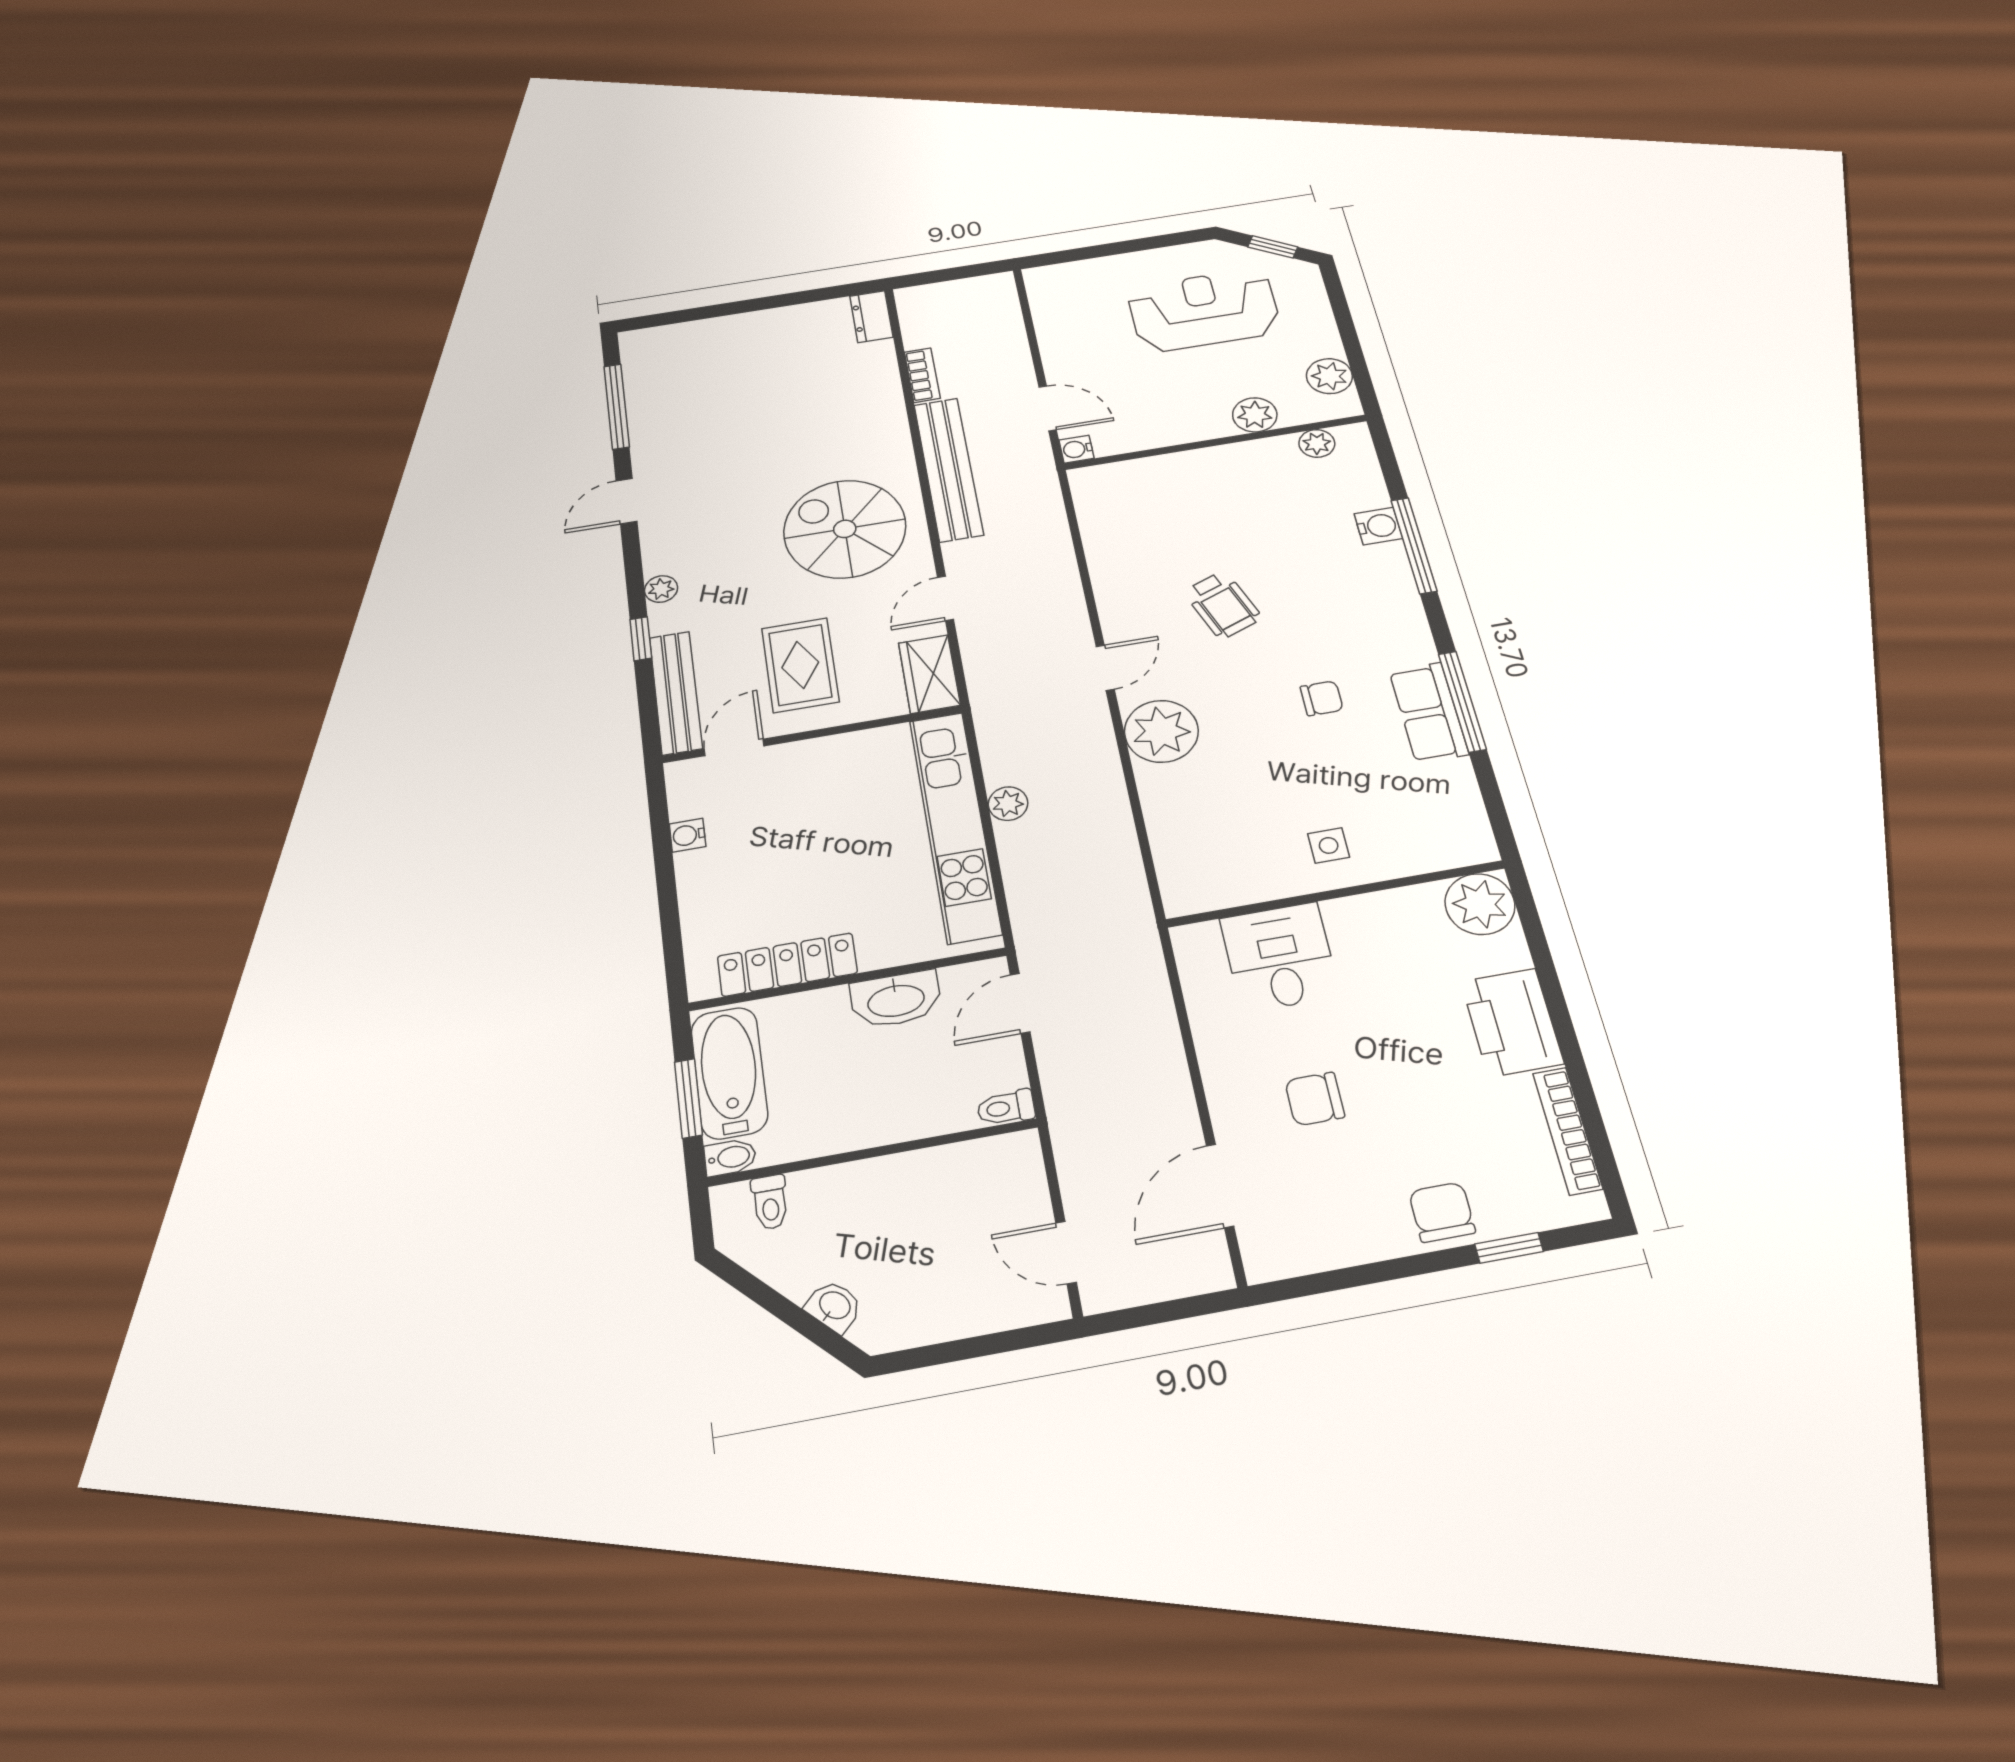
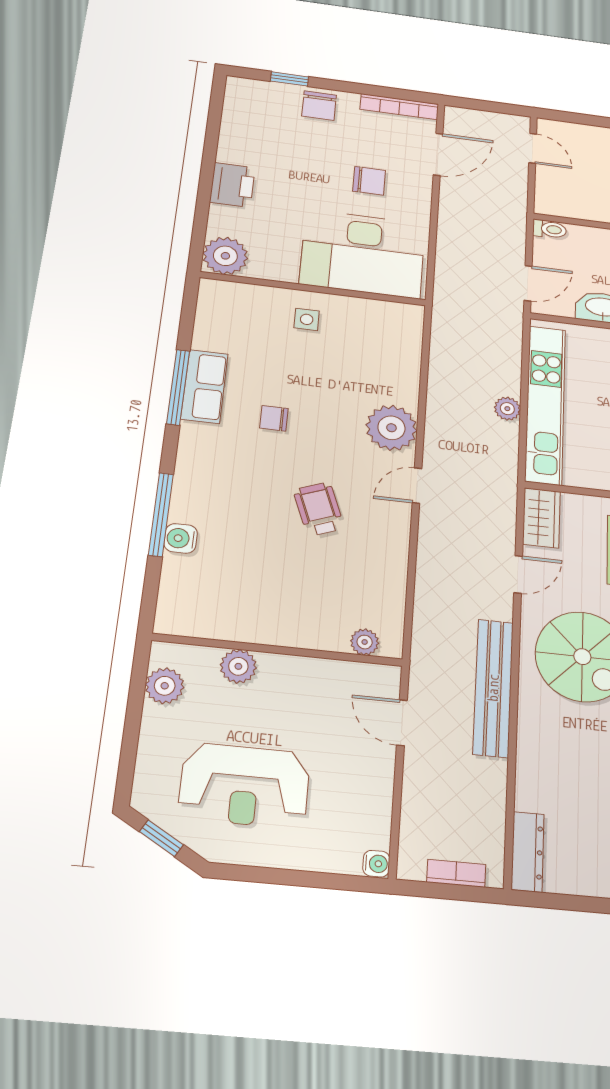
dresser: (871, 317) -> (528, 852), width x1.44
bookcase: (922, 375) -> (456, 873), moved, turned 90
plant: (1317, 443) -> (365, 642), moved
water cooler: (1077, 449) -> (376, 864), moved
desk: (1280, 957) -> (363, 254), width x1.87, depth x1.30
printer: (1512, 1022) -> (232, 185), width x0.73, depth x0.84
bookcase: (1568, 1131) -> (399, 107), moved, turned 90

